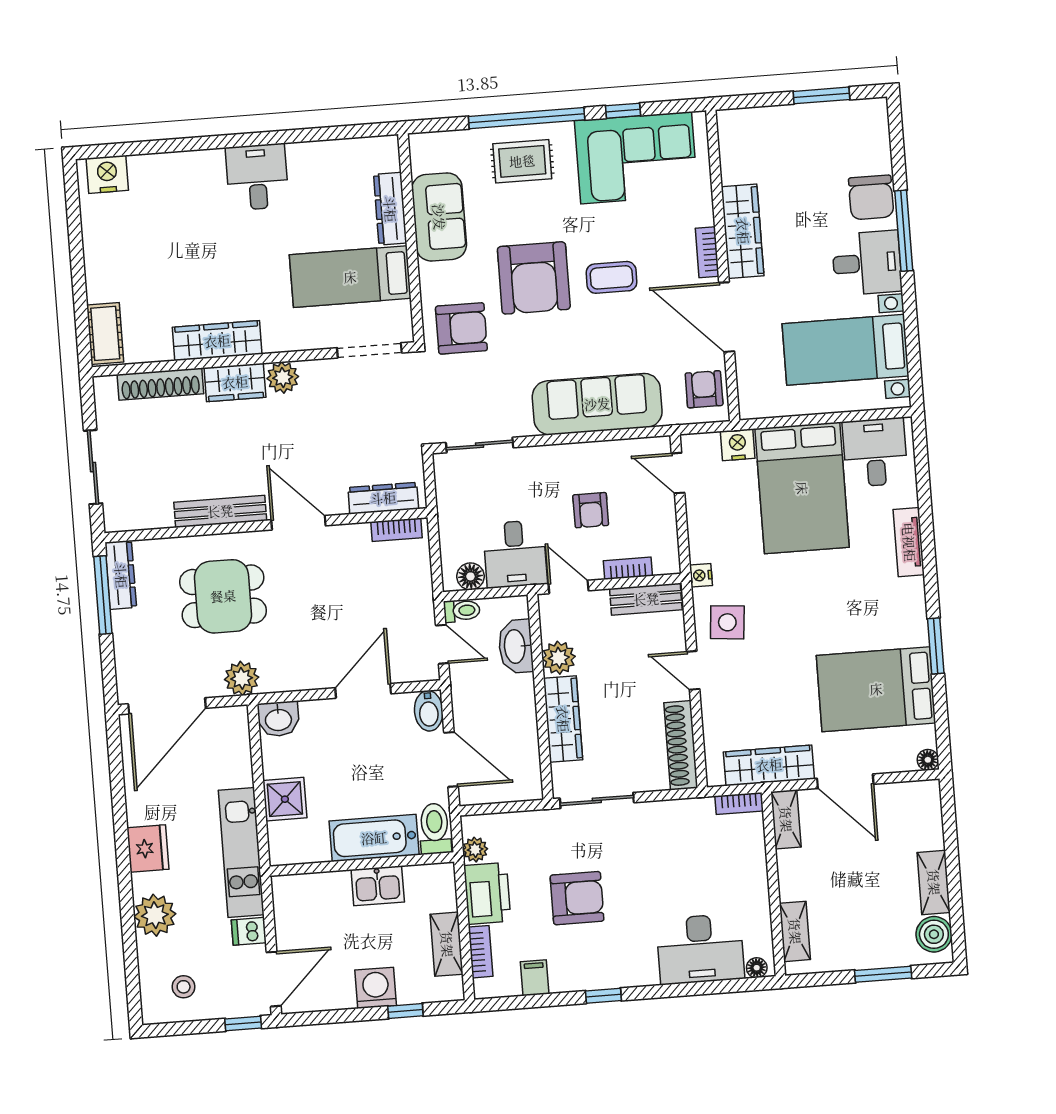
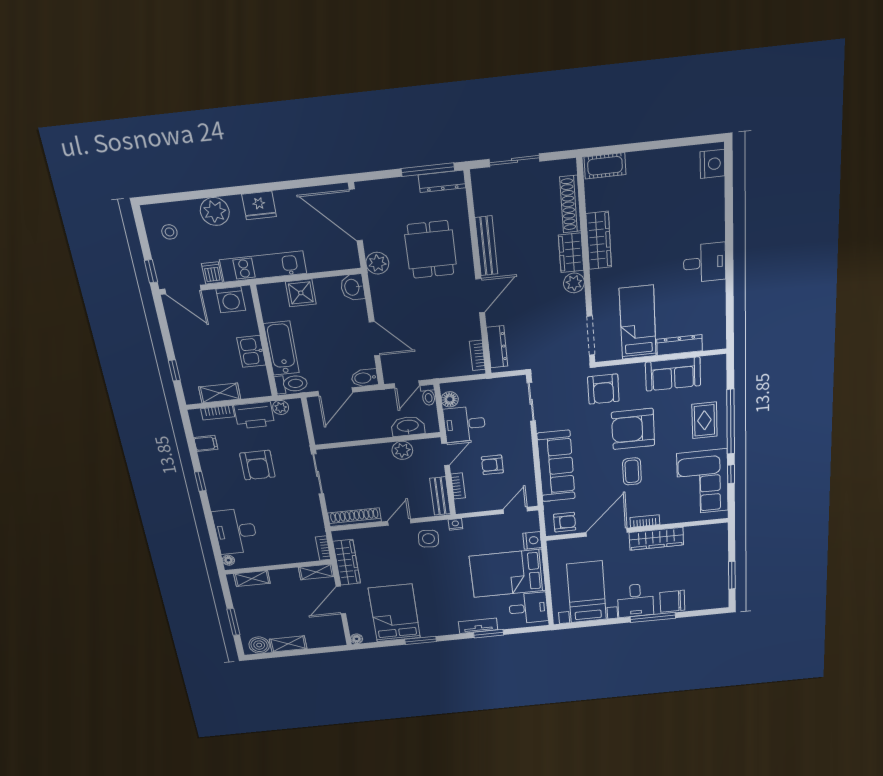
window: (926, 524) -> (489, 634), added
wardrobe: (563, 719) -> (365, 454), removed
washing machine: (376, 988) -> (231, 300), moved, turned 90

